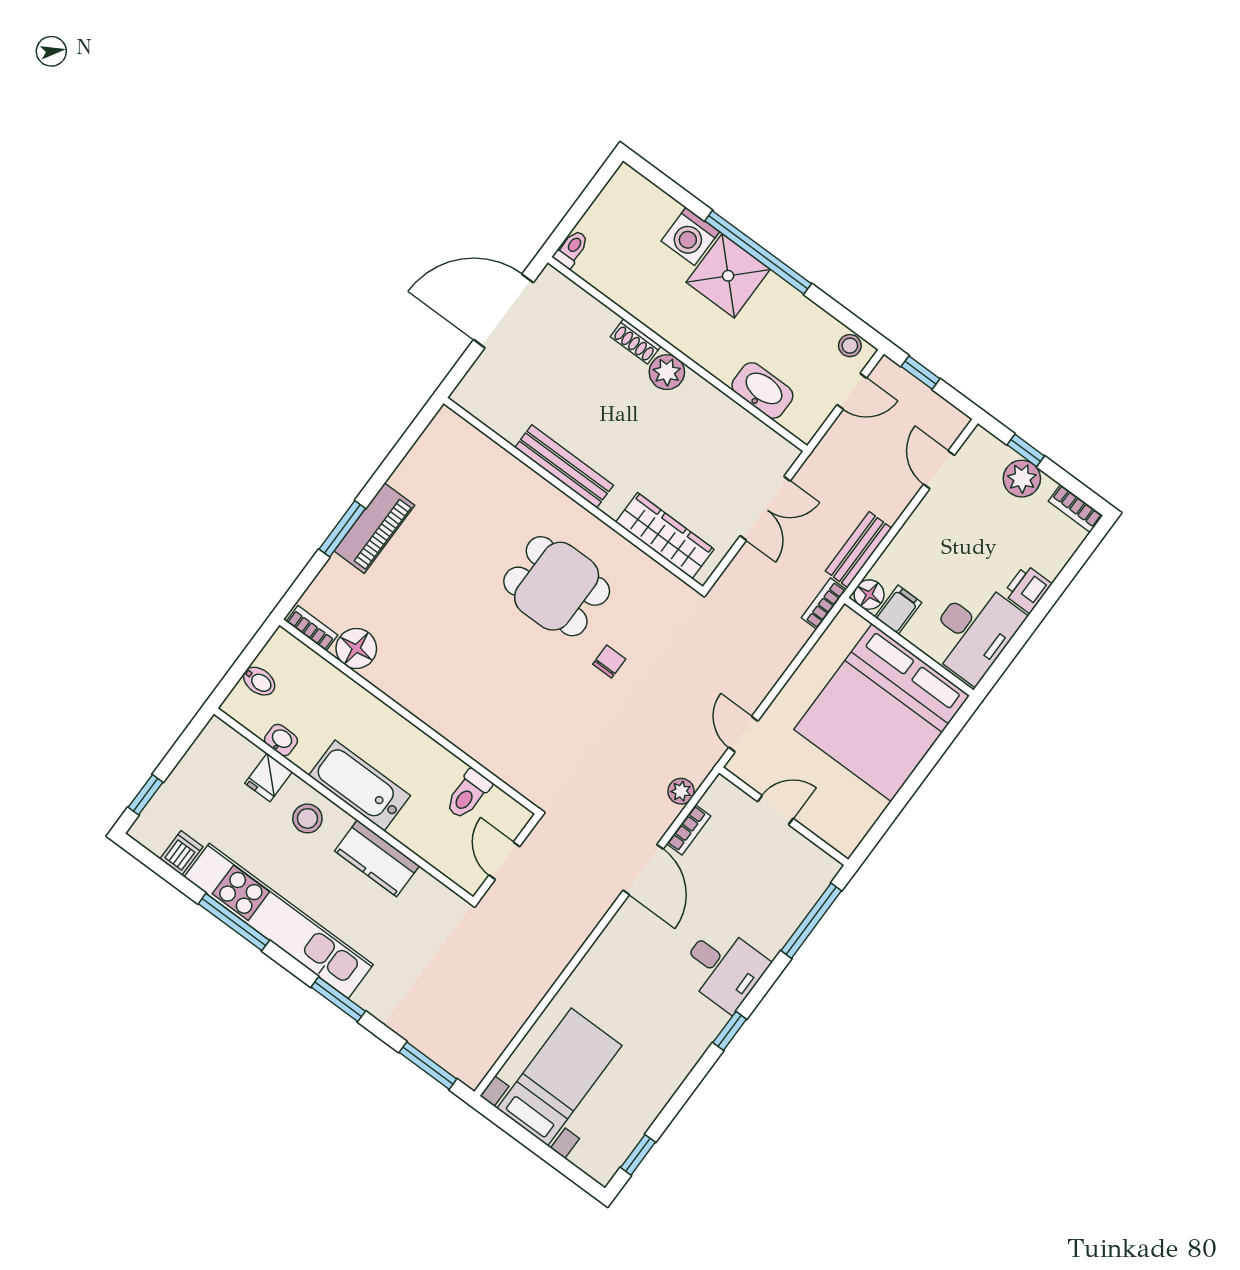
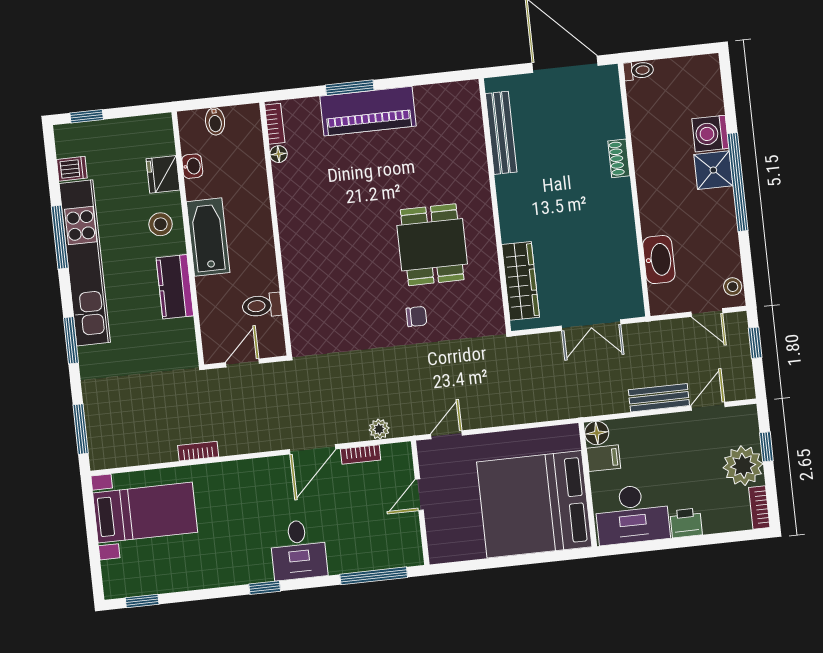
shower: (728, 276) -> (713, 170), width x0.73, depth x0.73
plant: (667, 372) -> (618, 193), removed
bench: (564, 466) -> (501, 133), moved
plant: (1022, 479) -> (743, 466), width x1.36, depth x1.36
piano: (374, 528) -> (368, 111), width x1.37, depth x1.33
bench: (858, 550) -> (659, 398), moved
bookcase: (824, 604) -> (198, 451), moved
floor lamp: (356, 649) -> (279, 154), width x0.53, depth x0.53
fridge: (269, 777) -> (163, 174), width x1.38
door: (775, 810) -> (419, 495), swing flipped

